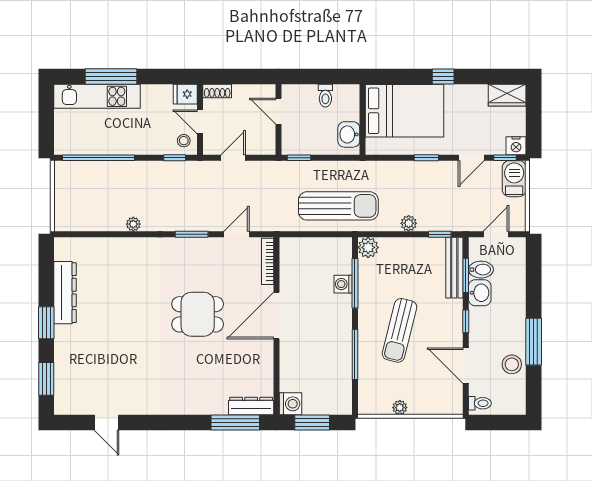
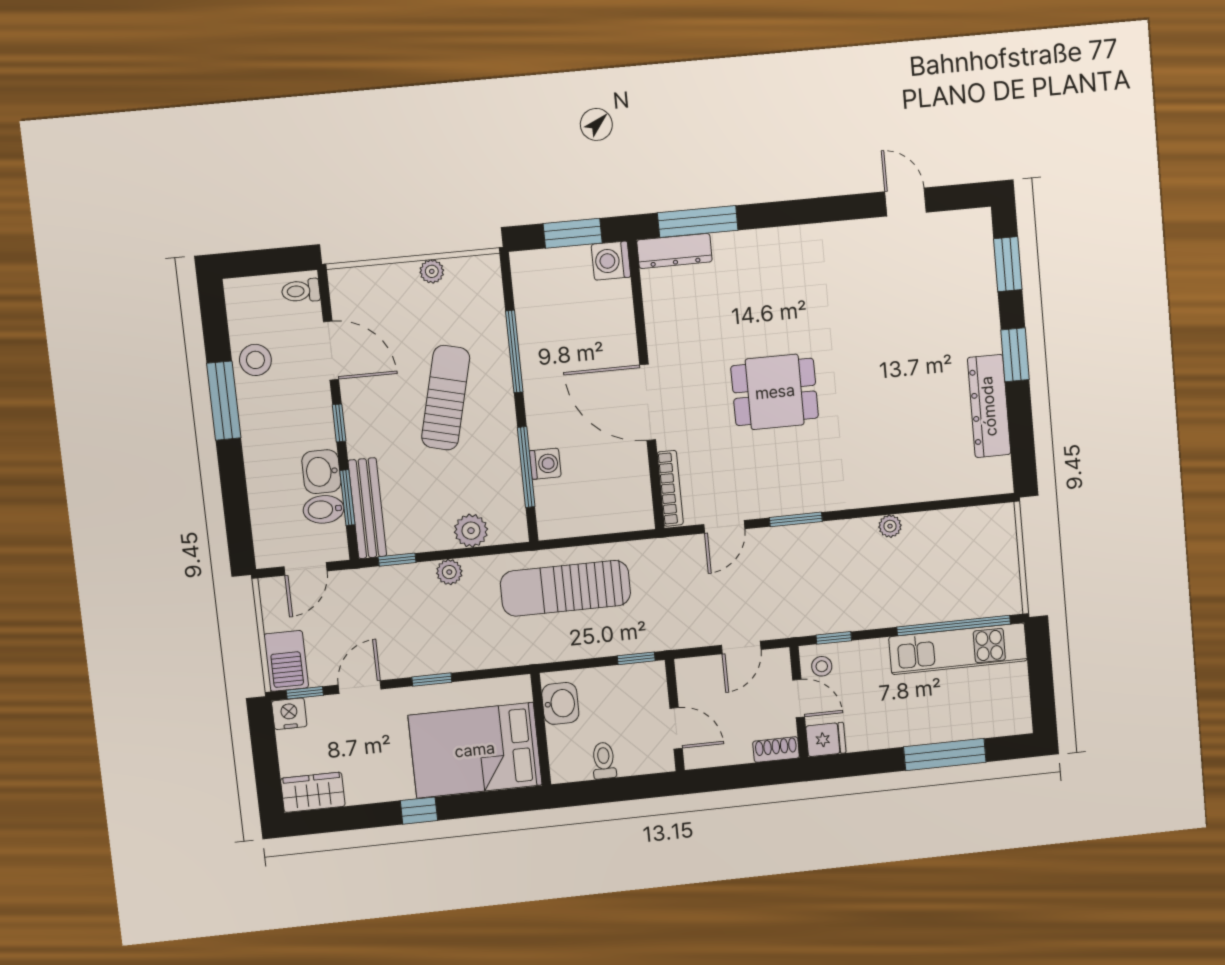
kitchen unit: (97, 96) -> (958, 649), moved, turned 180
plant: (368, 247) -> (471, 531), moved
door: (277, 315) -> (648, 402), swing flipped

